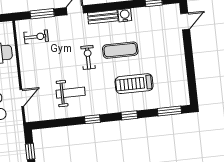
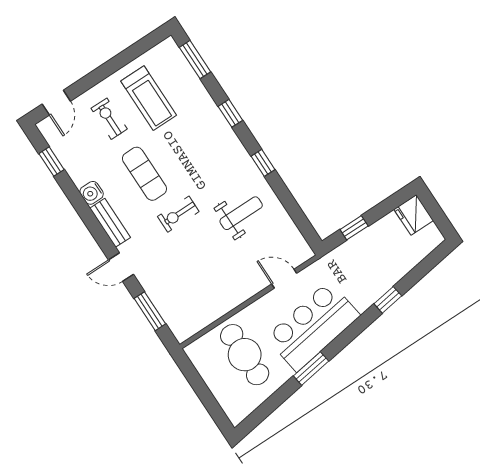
door: (185, 21) -> (56, 103), swing flipped
exercise bike: (36, 37) -> (109, 119), moved
treadmill: (134, 84) -> (149, 98), moved
weight bench: (71, 93) -> (241, 213), turned 90

